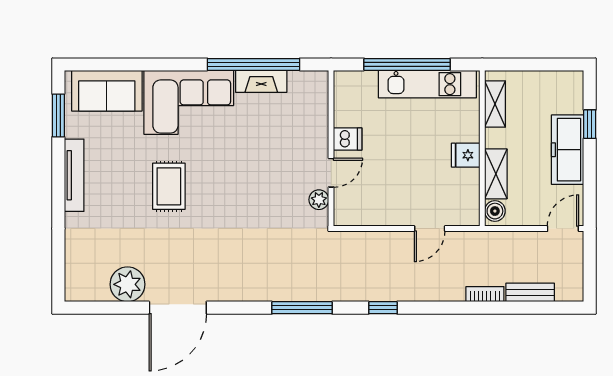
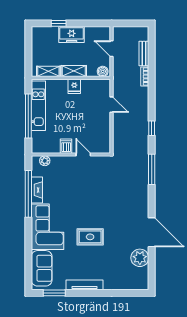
freezer: (568, 150) -> (72, 35), width x0.71
shelving: (496, 174) -> (74, 71), moved
plant: (319, 200) -> (45, 161), moved
door: (563, 229) -> (112, 49), moved

